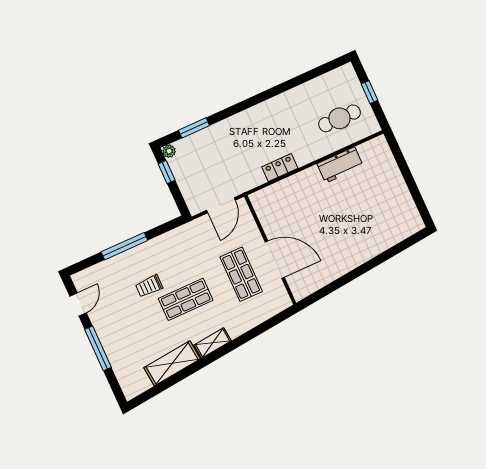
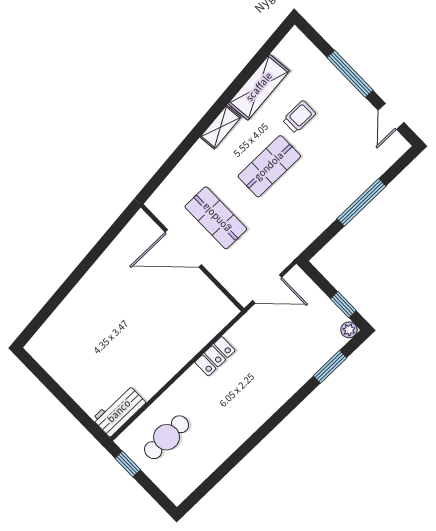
window: (369, 92) -> (128, 464), moved
workbench: (340, 165) -> (119, 411), moved
door: (221, 205) -> (267, 289), swing flipped
trolley: (149, 286) -> (299, 117), moved

